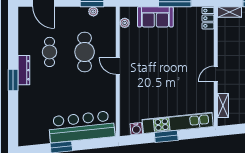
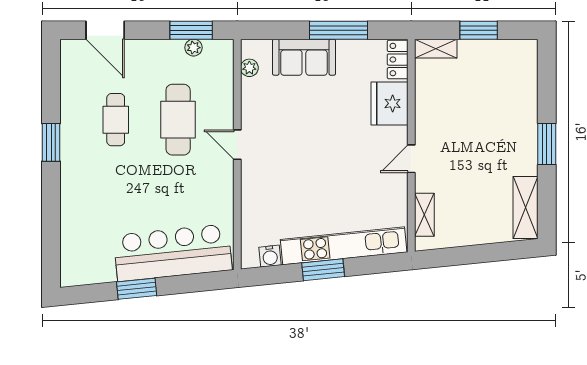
fridge: (203, 43) -> (390, 103), added
dresser: (24, 70) -> (70, 152), removed
window: (13, 80) -> (51, 142), moved

